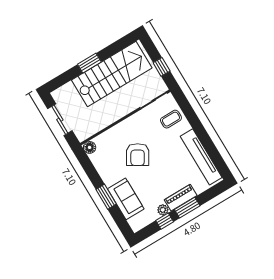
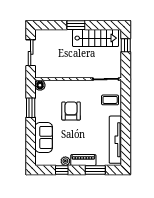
window: (162, 67) -> (126, 45), moved
stairs: (112, 74) -> (96, 38), width x0.73, depth x0.66
armchair: (138, 155) -> (71, 111), turned 149
window: (106, 197) -> (31, 108), moved
window: (187, 208) -> (95, 170), moved

